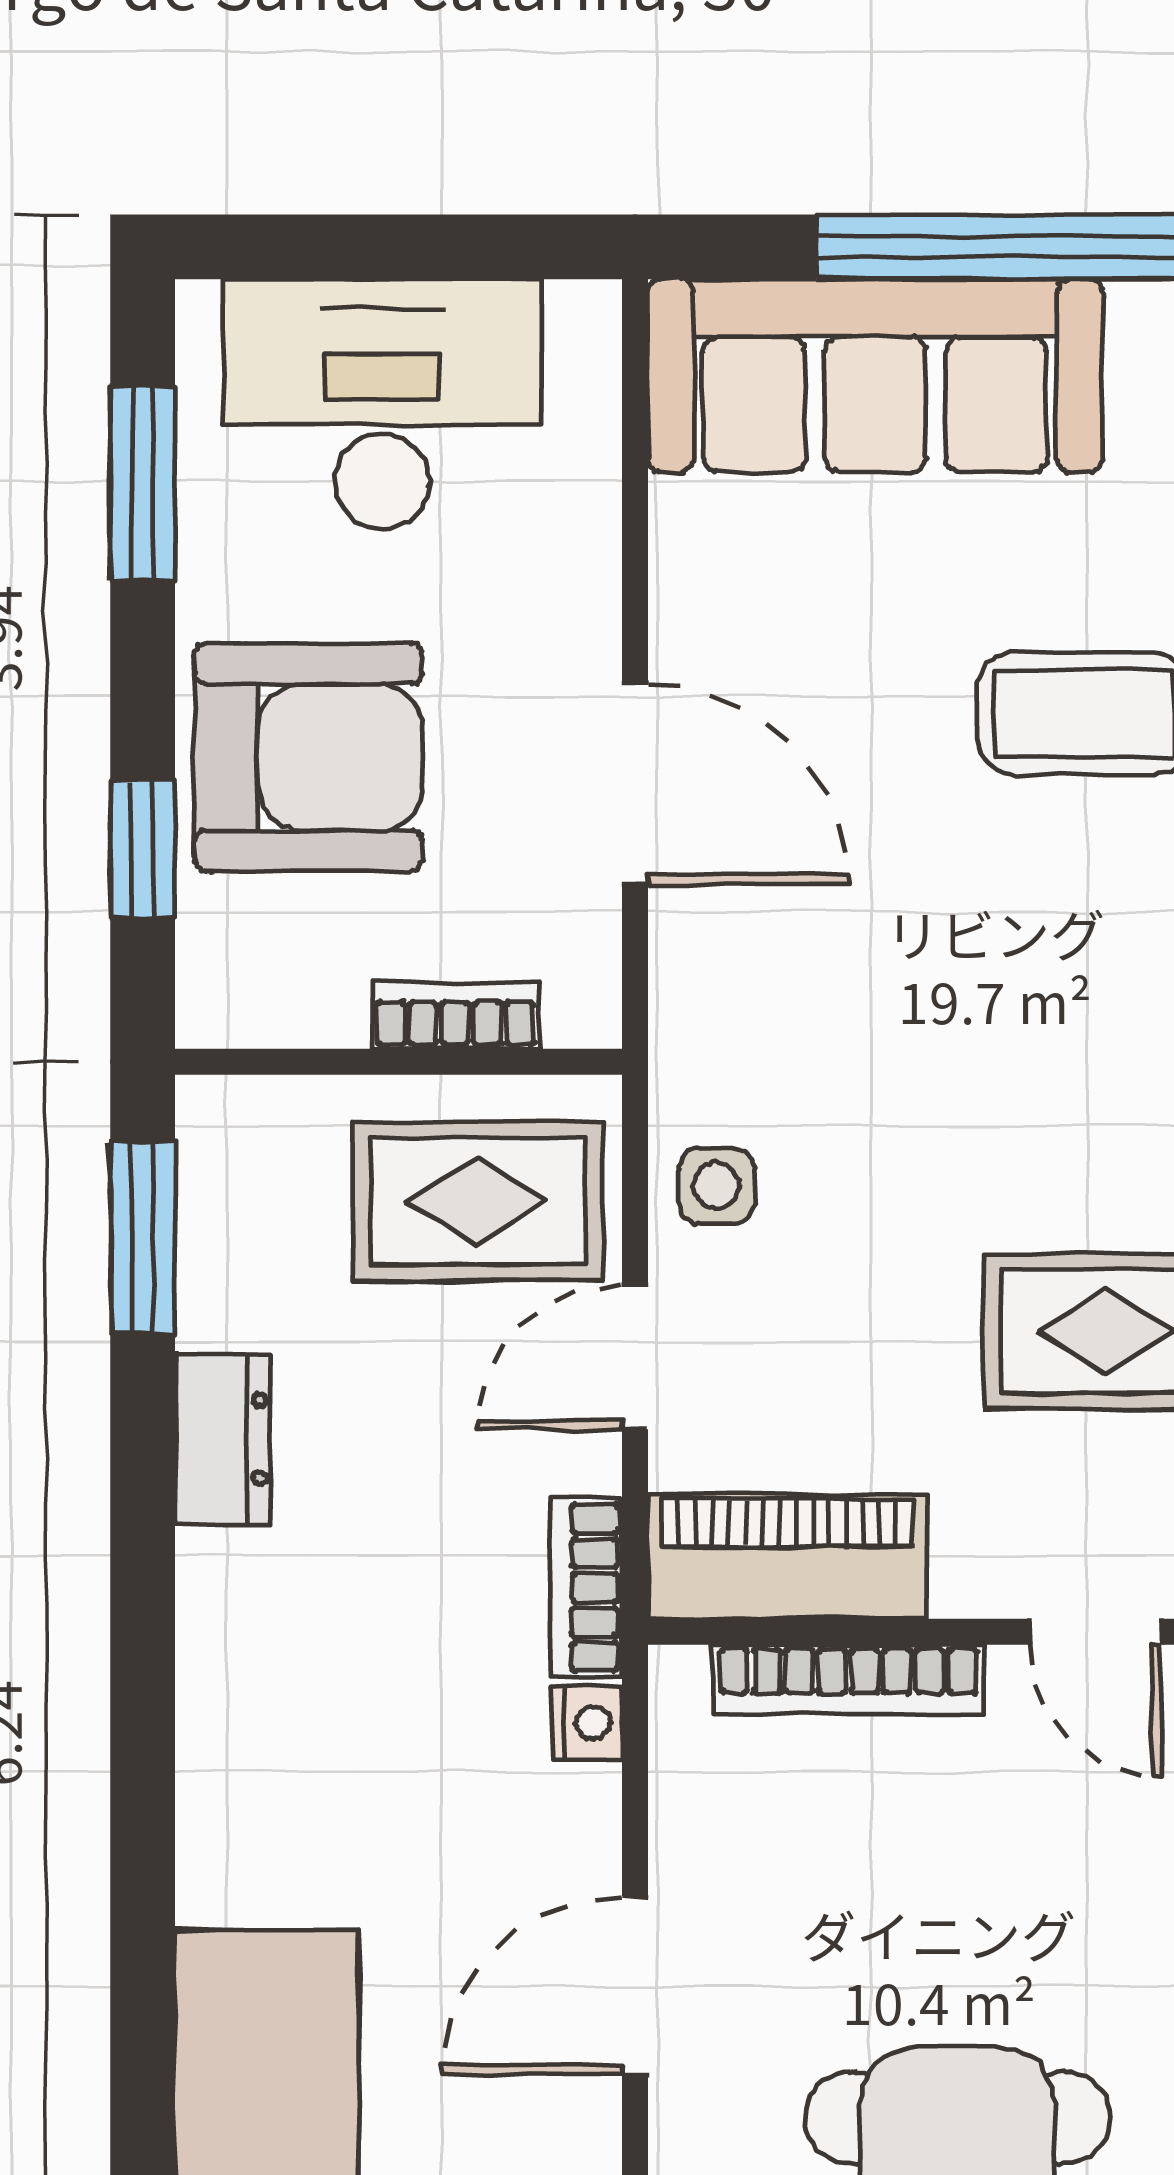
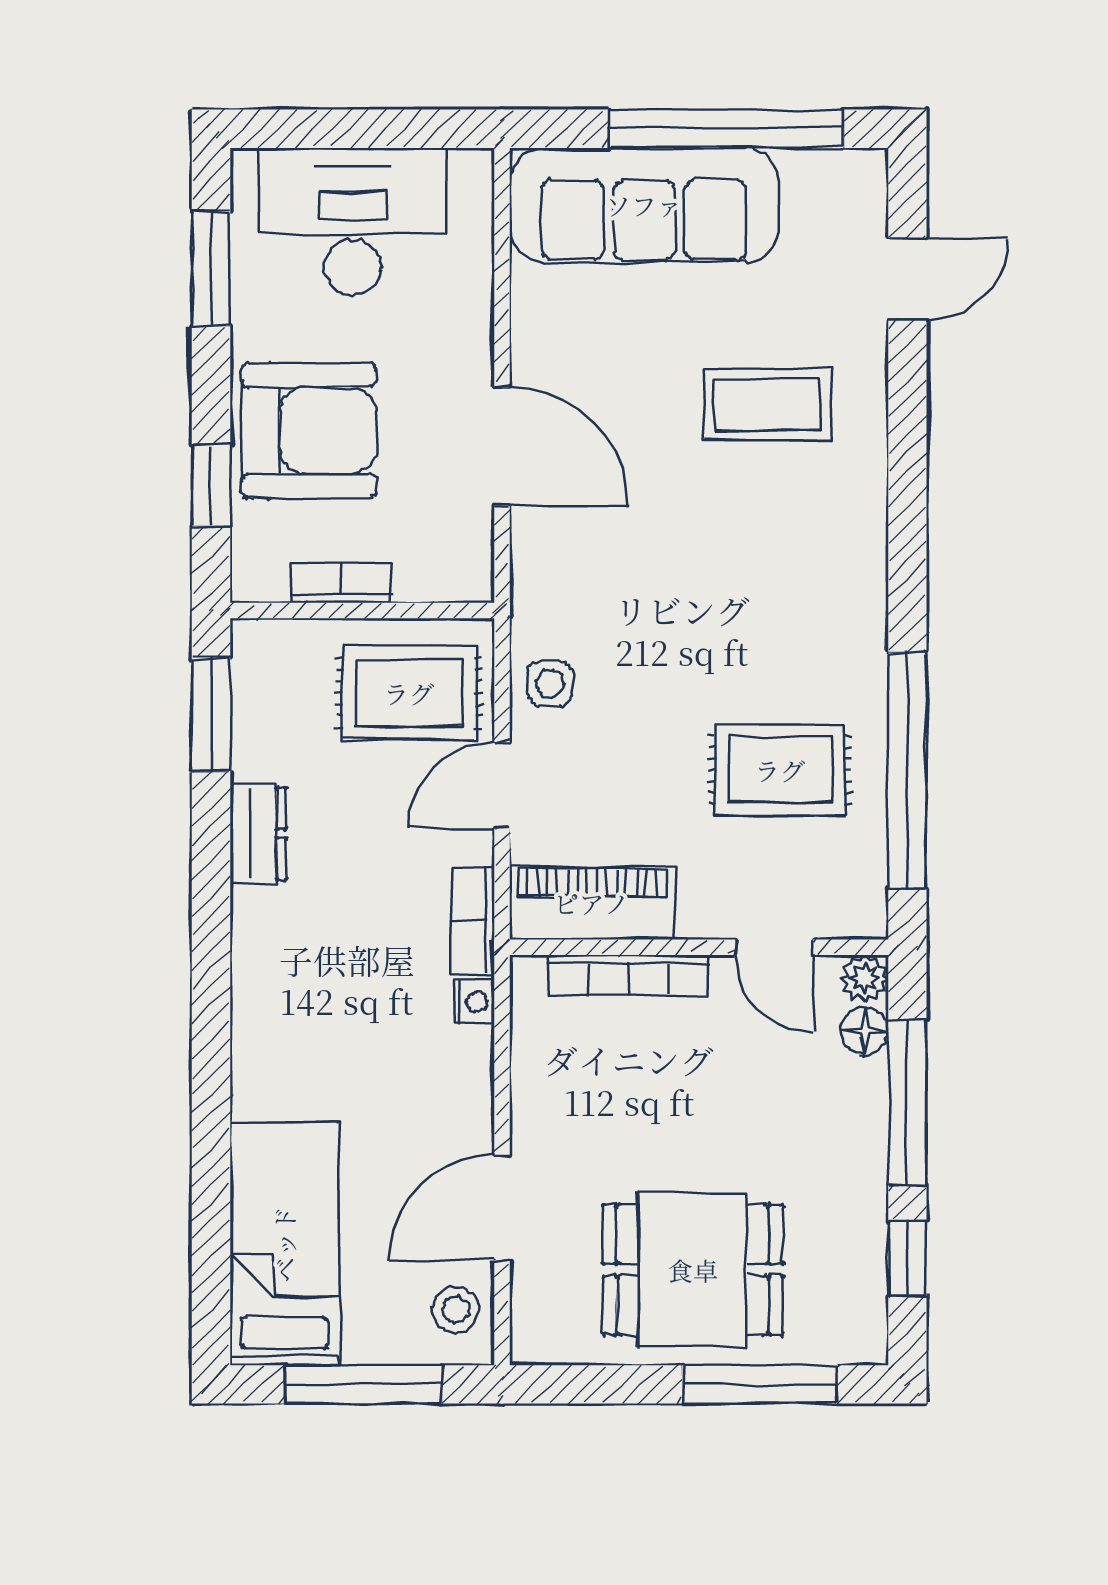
bookcase: (455, 1015) -> (342, 583), moved
door: (635, 1986) -> (502, 1208), moved

